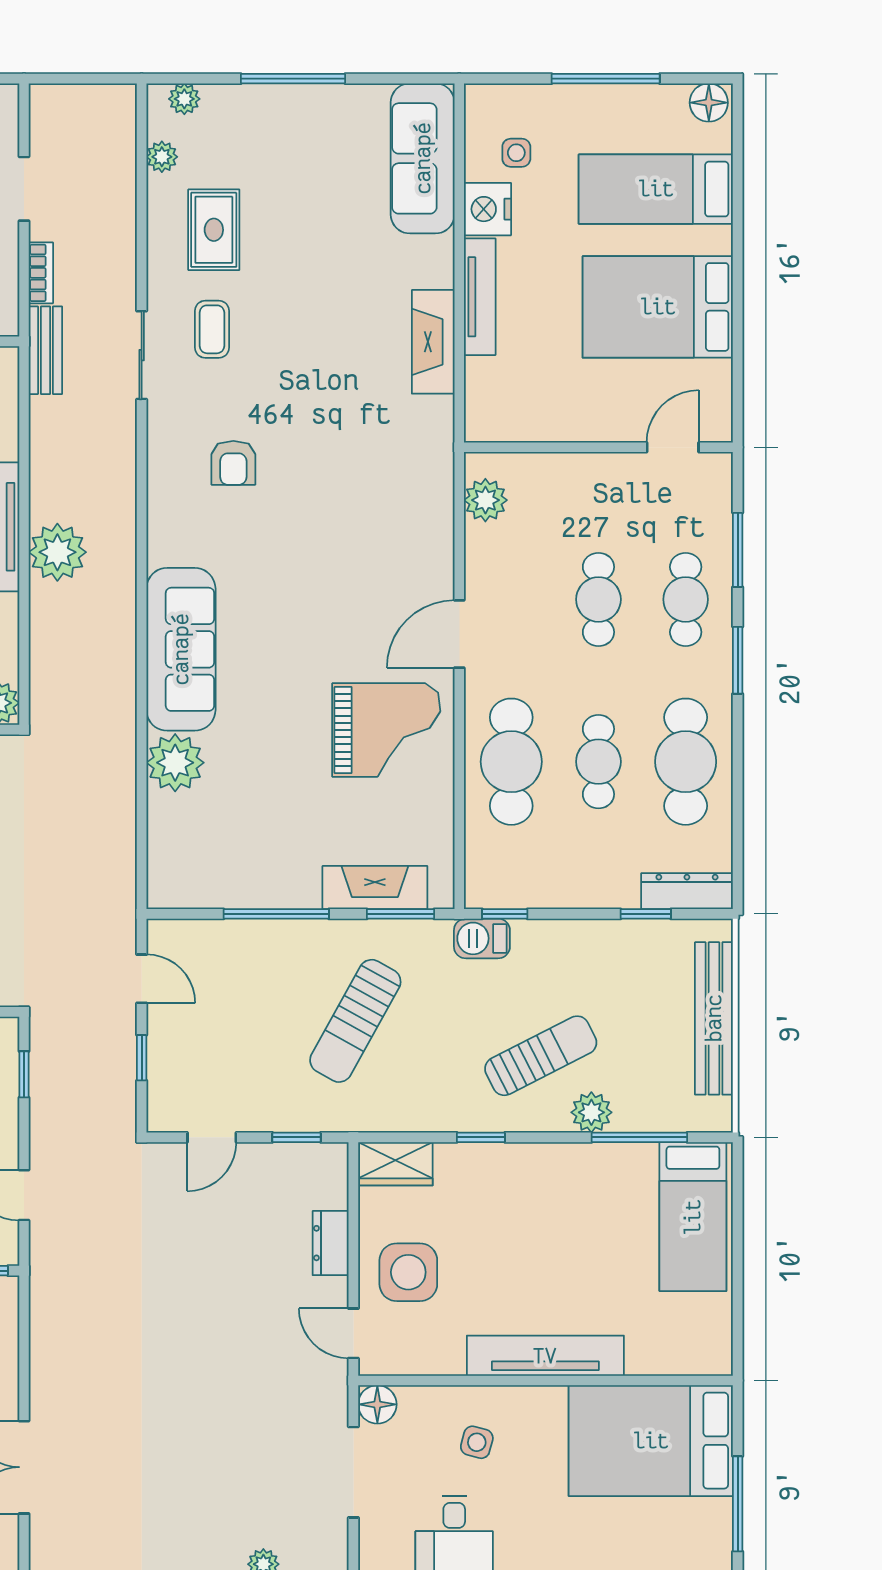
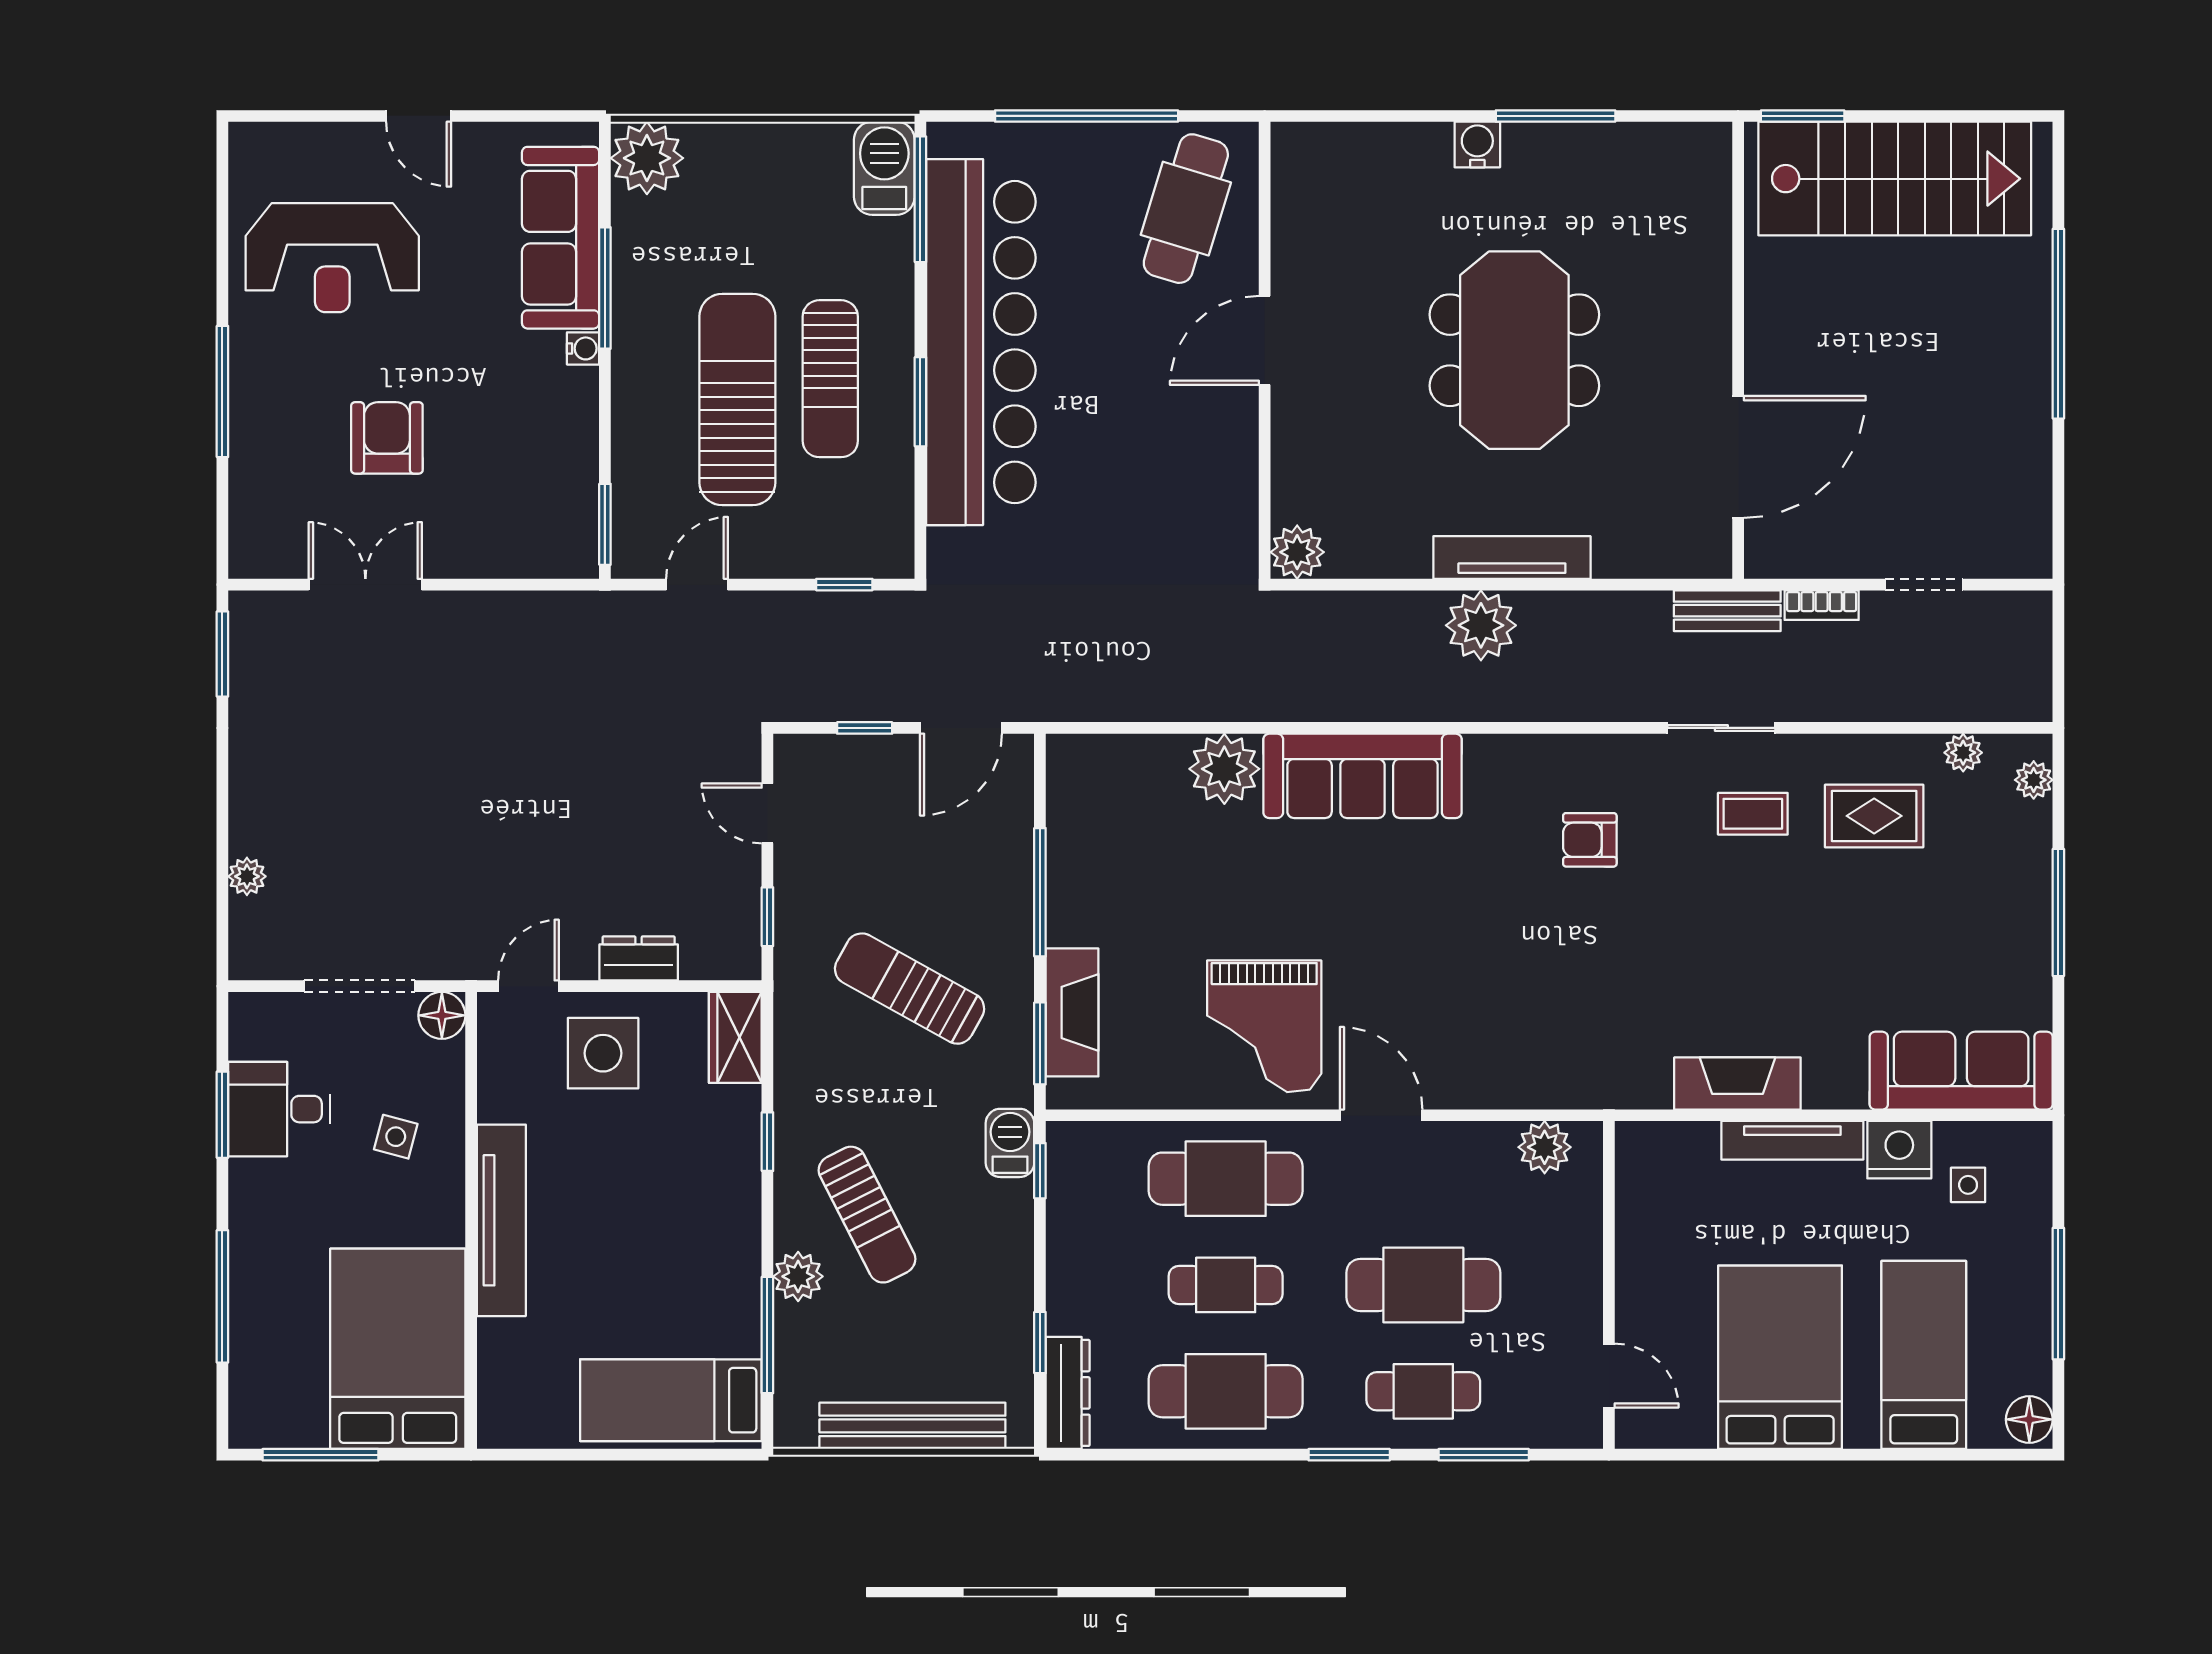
cafe table: (598, 599) -> (1423, 1285), width x1.37, depth x1.35
door: (142, 979) -> (961, 728), width x1.38

